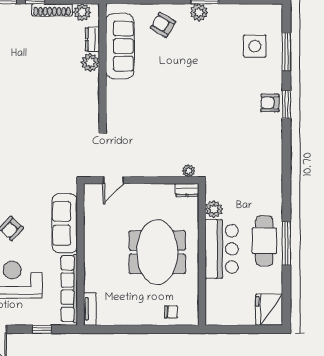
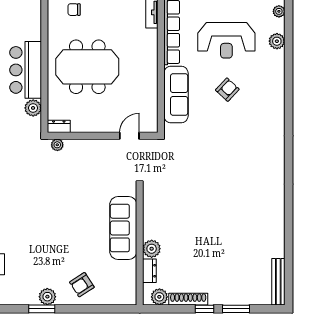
armchair: (163, 25) -> (82, 285), turned 116
sofa: (120, 46) -> (123, 228), moved
meeting table: (157, 252) -> (87, 67), turned 90

